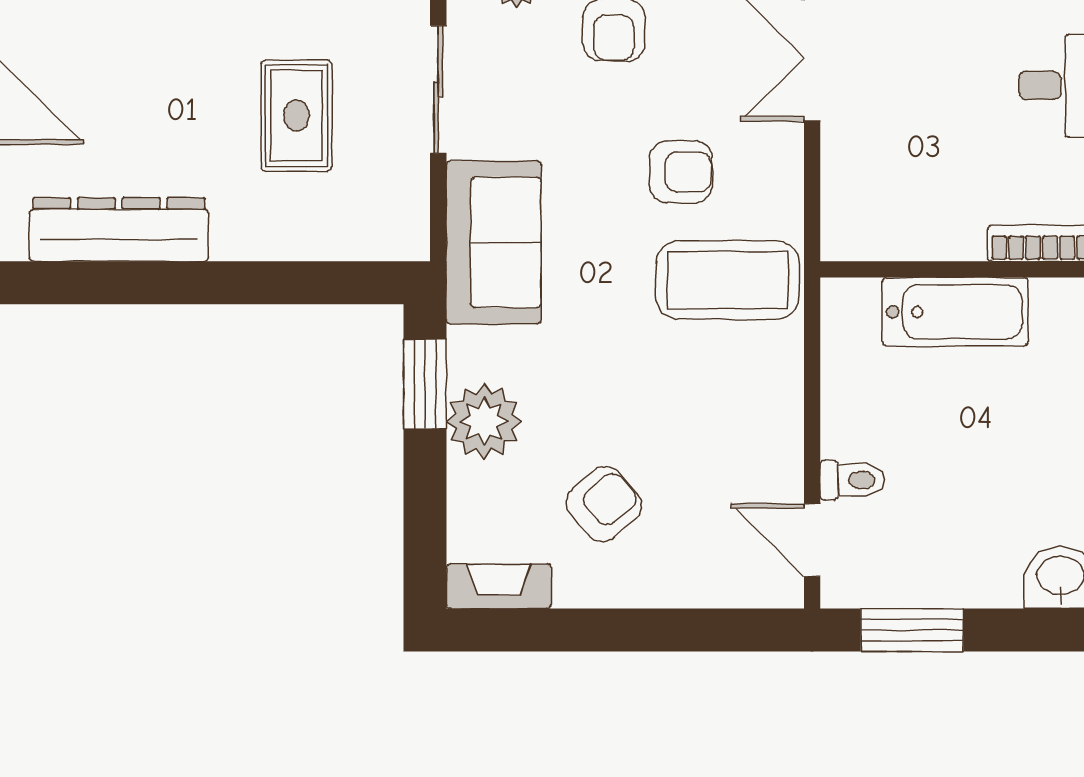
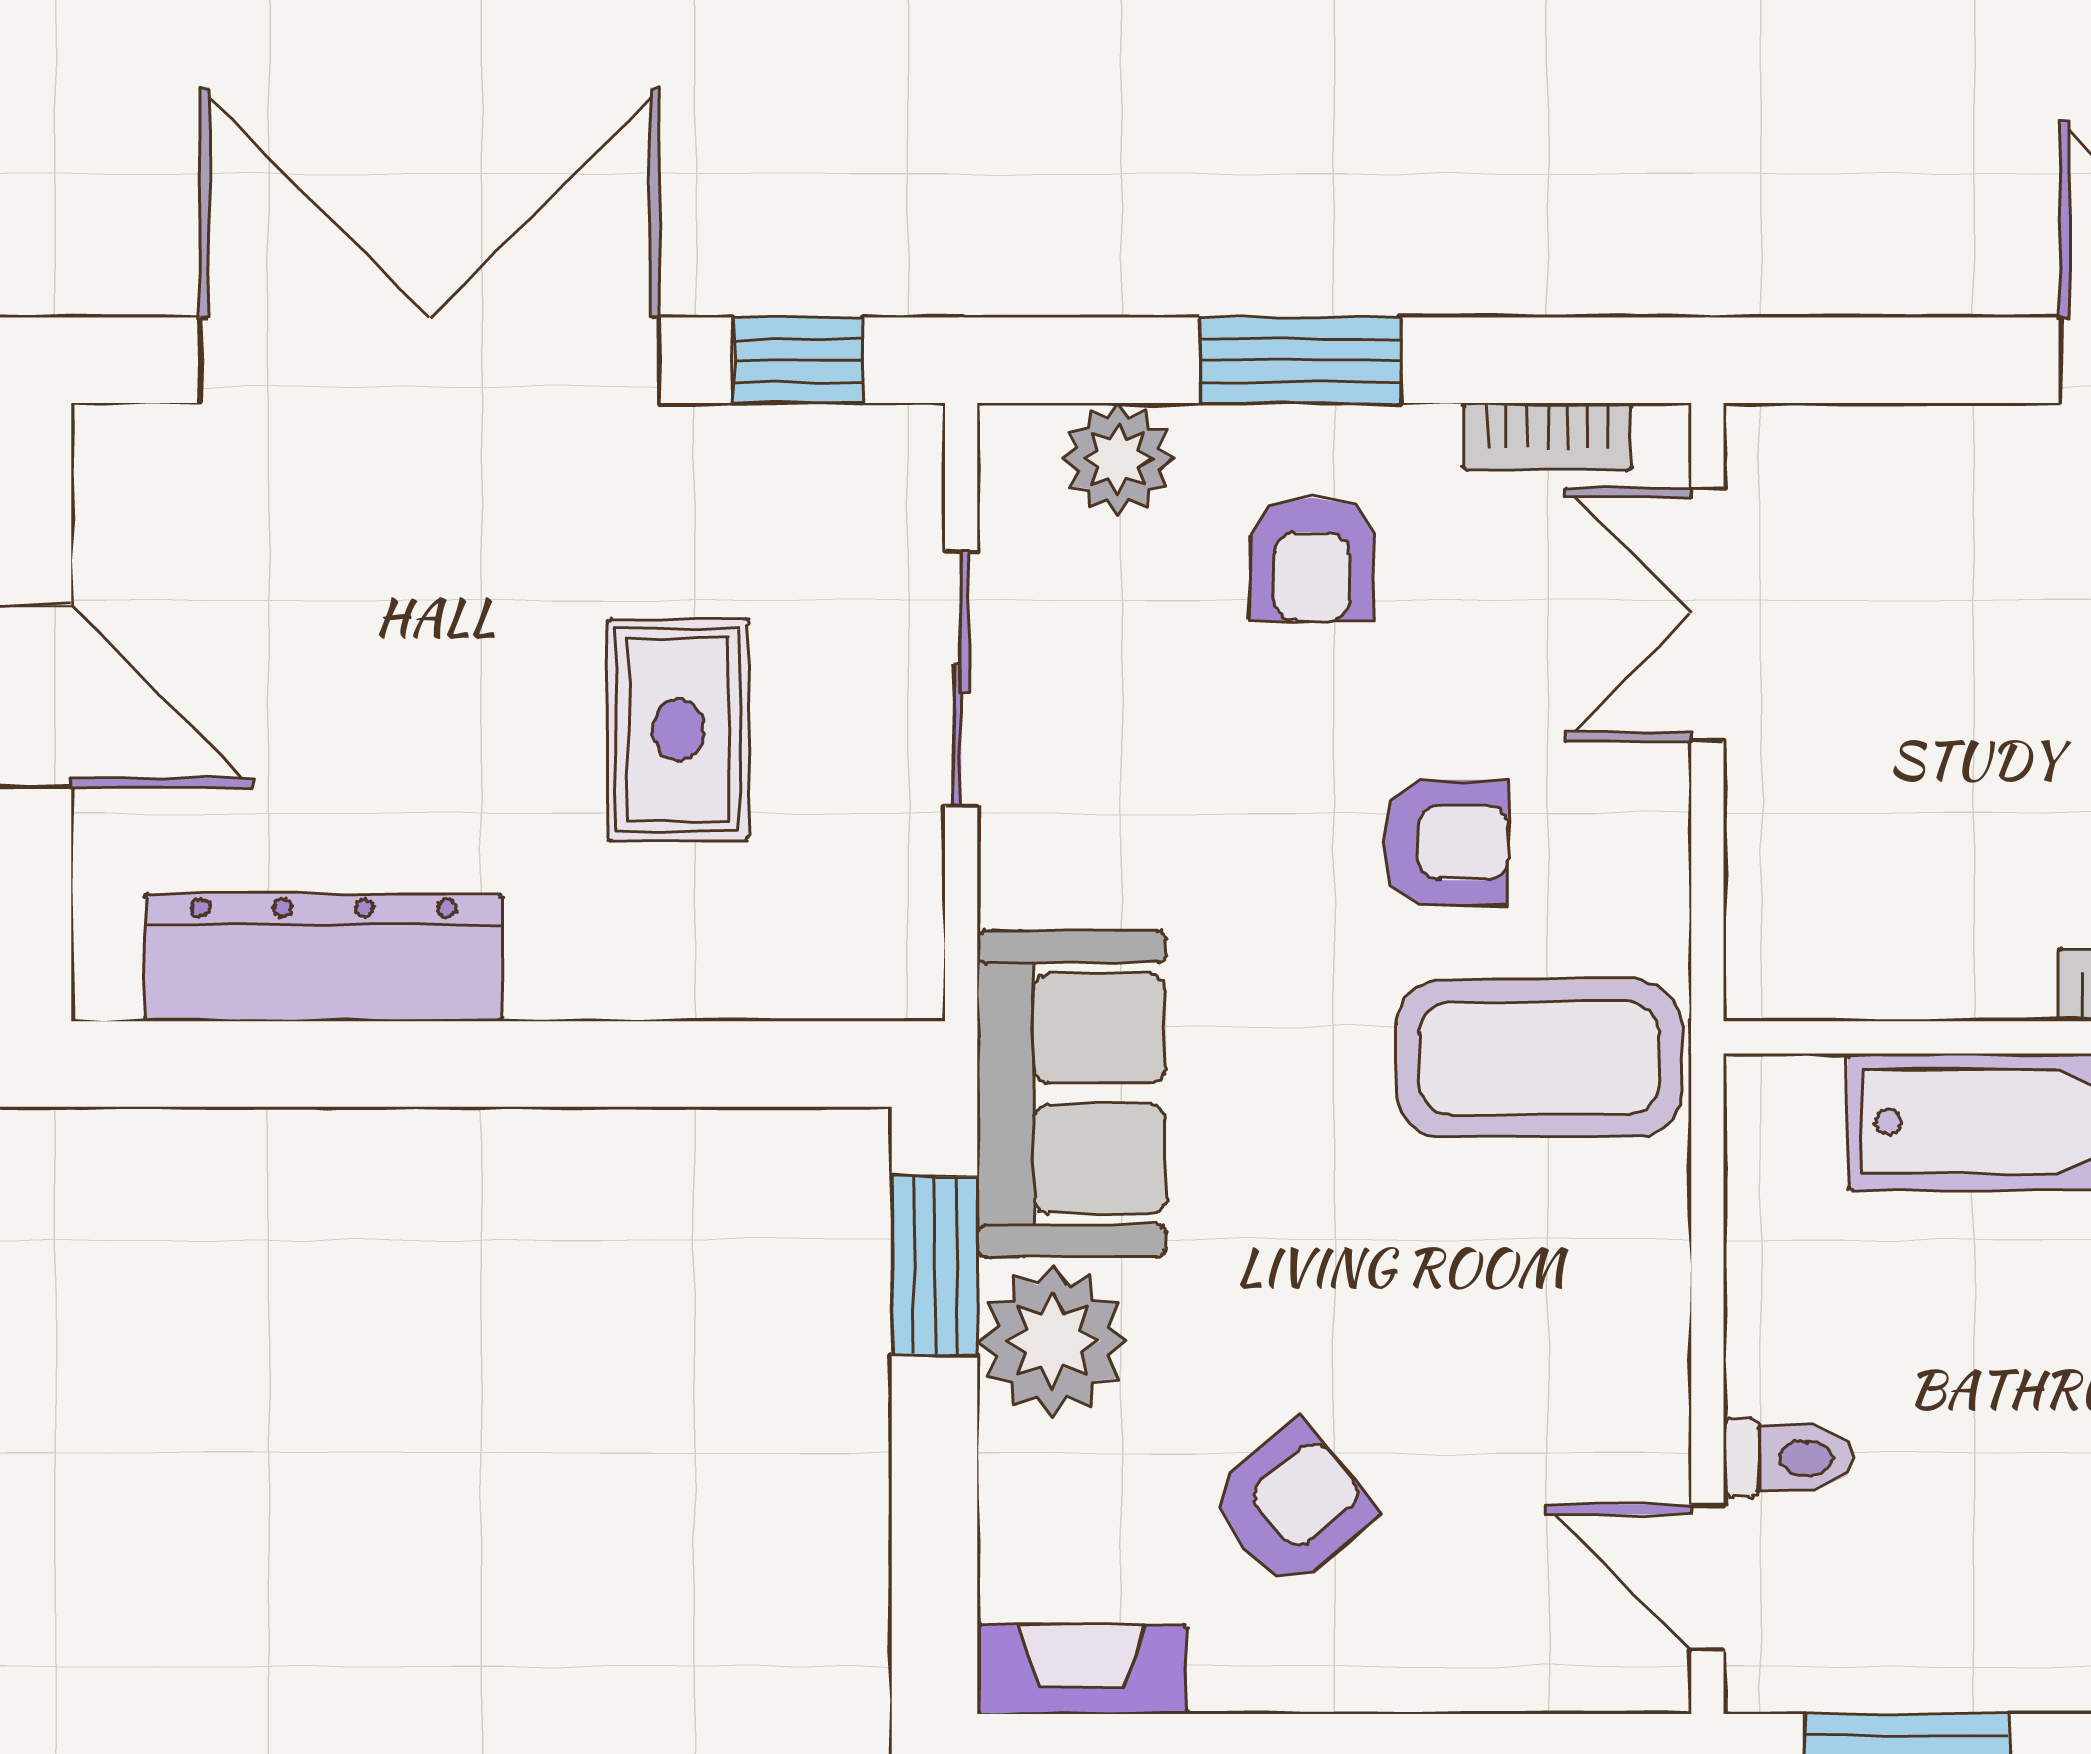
sofa: (494, 242) -> (1072, 1094), moved

